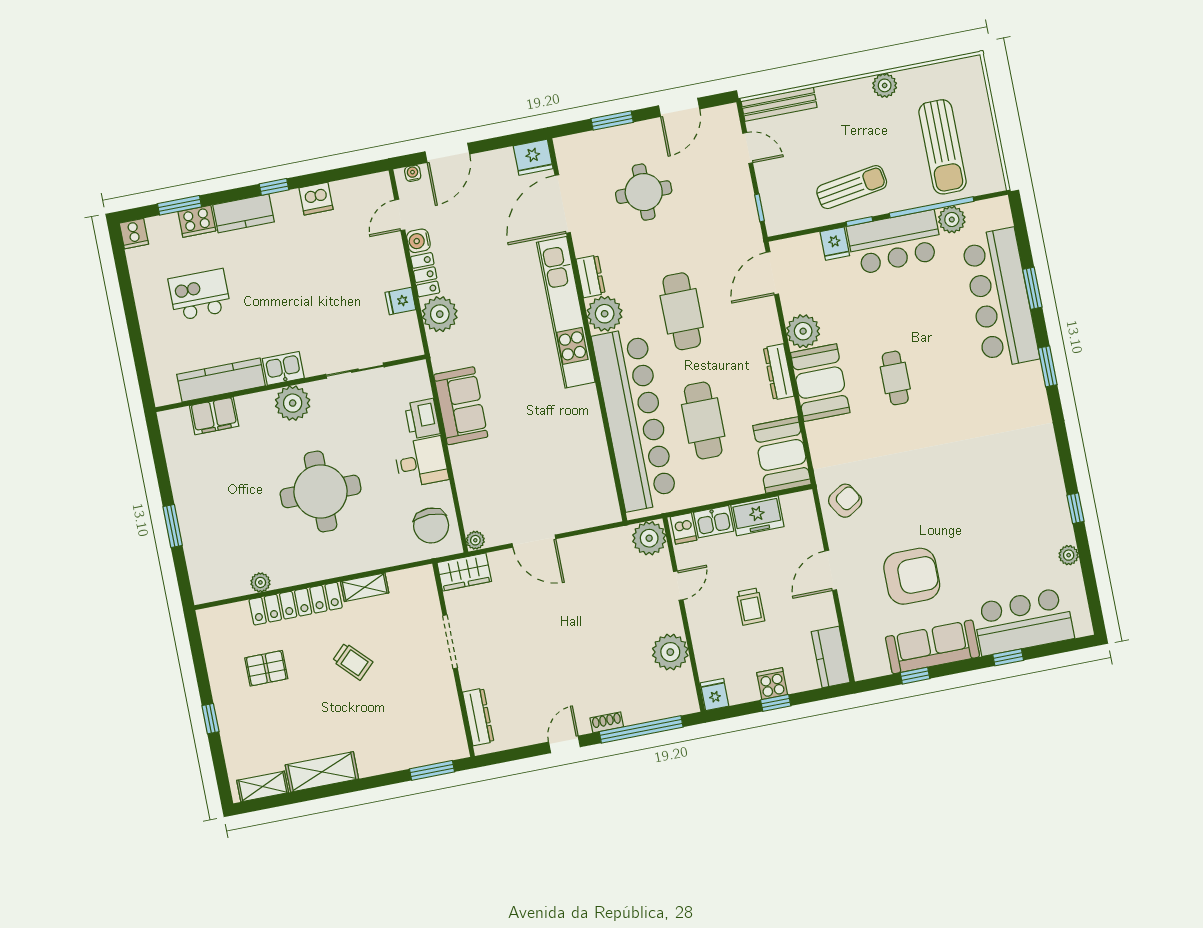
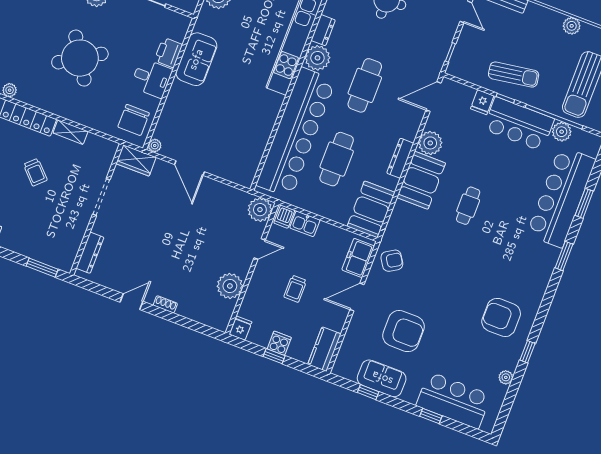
armchair: (1018, 487) -> (501, 317), added
round table: (321, 491) -> (80, 58), turned -32
freezer: (757, 516) -> (358, 258), moved, turned 90
sofa: (932, 647) -> (382, 378), width x0.73
window: (641, 729) -> (183, 321), removed

